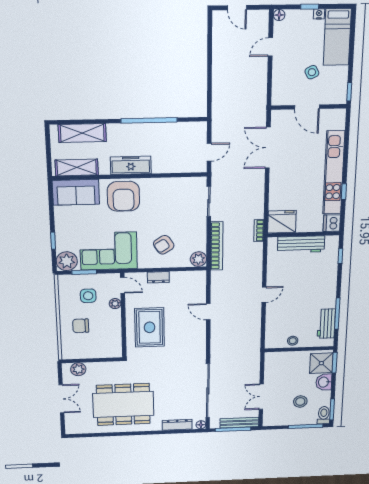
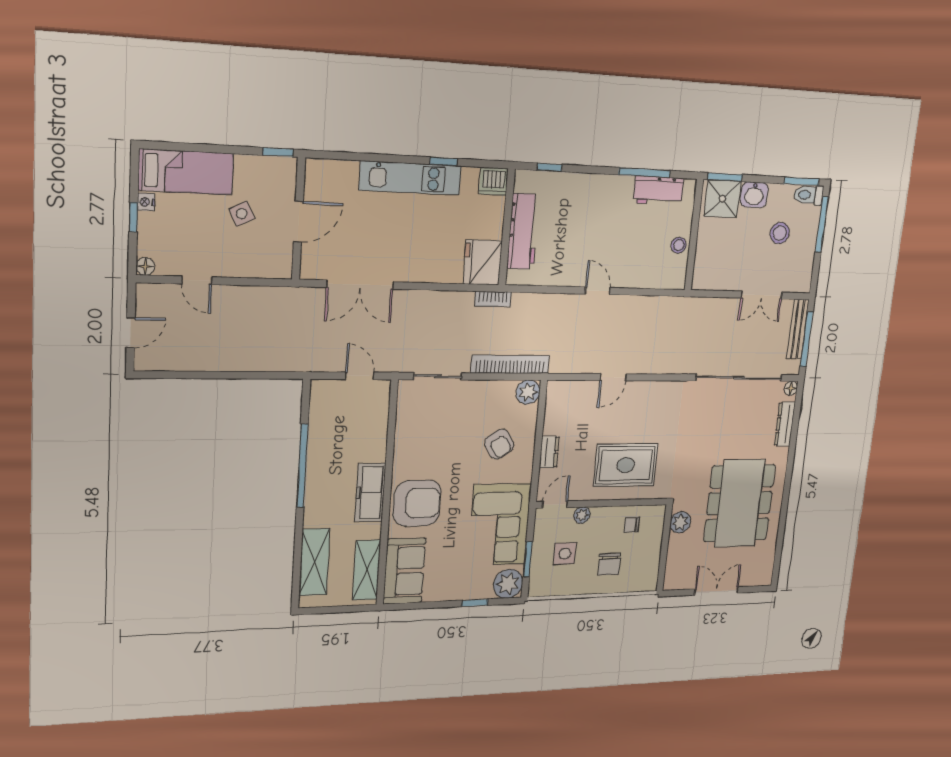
kitchen unit: (334, 173) -> (410, 178), width x0.73
chair: (108, 337) -> (632, 525), added
plant: (78, 369) -> (680, 522), moved

